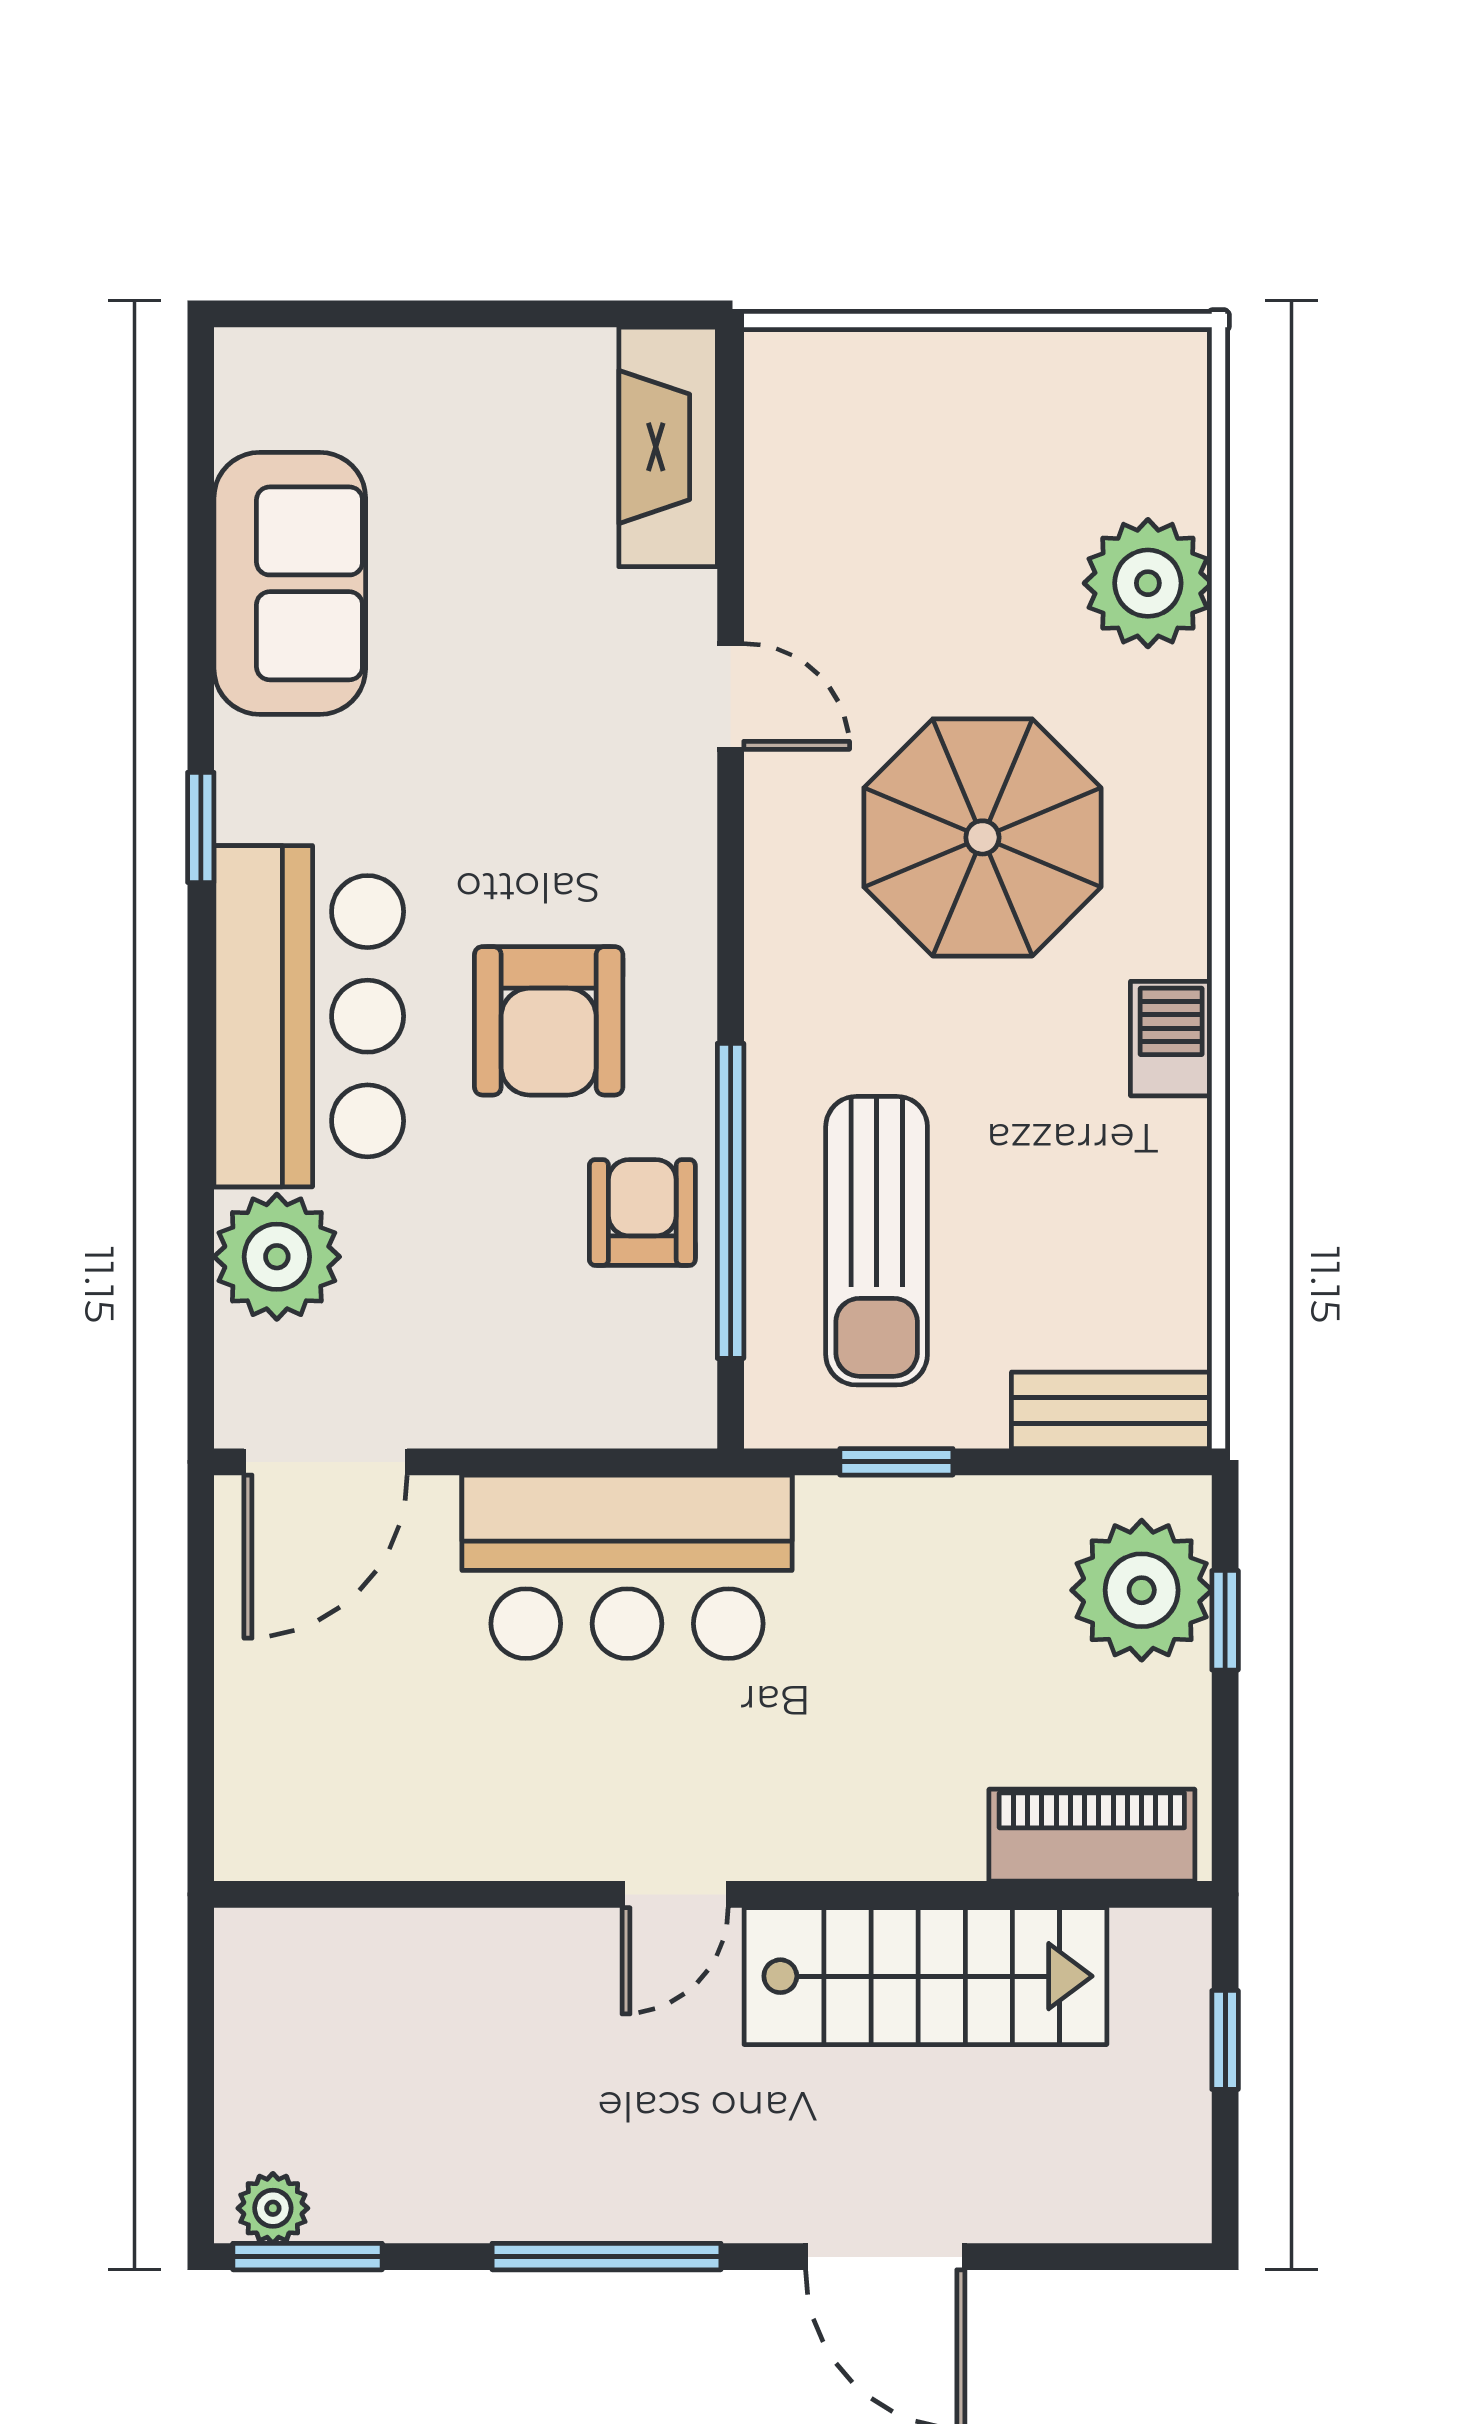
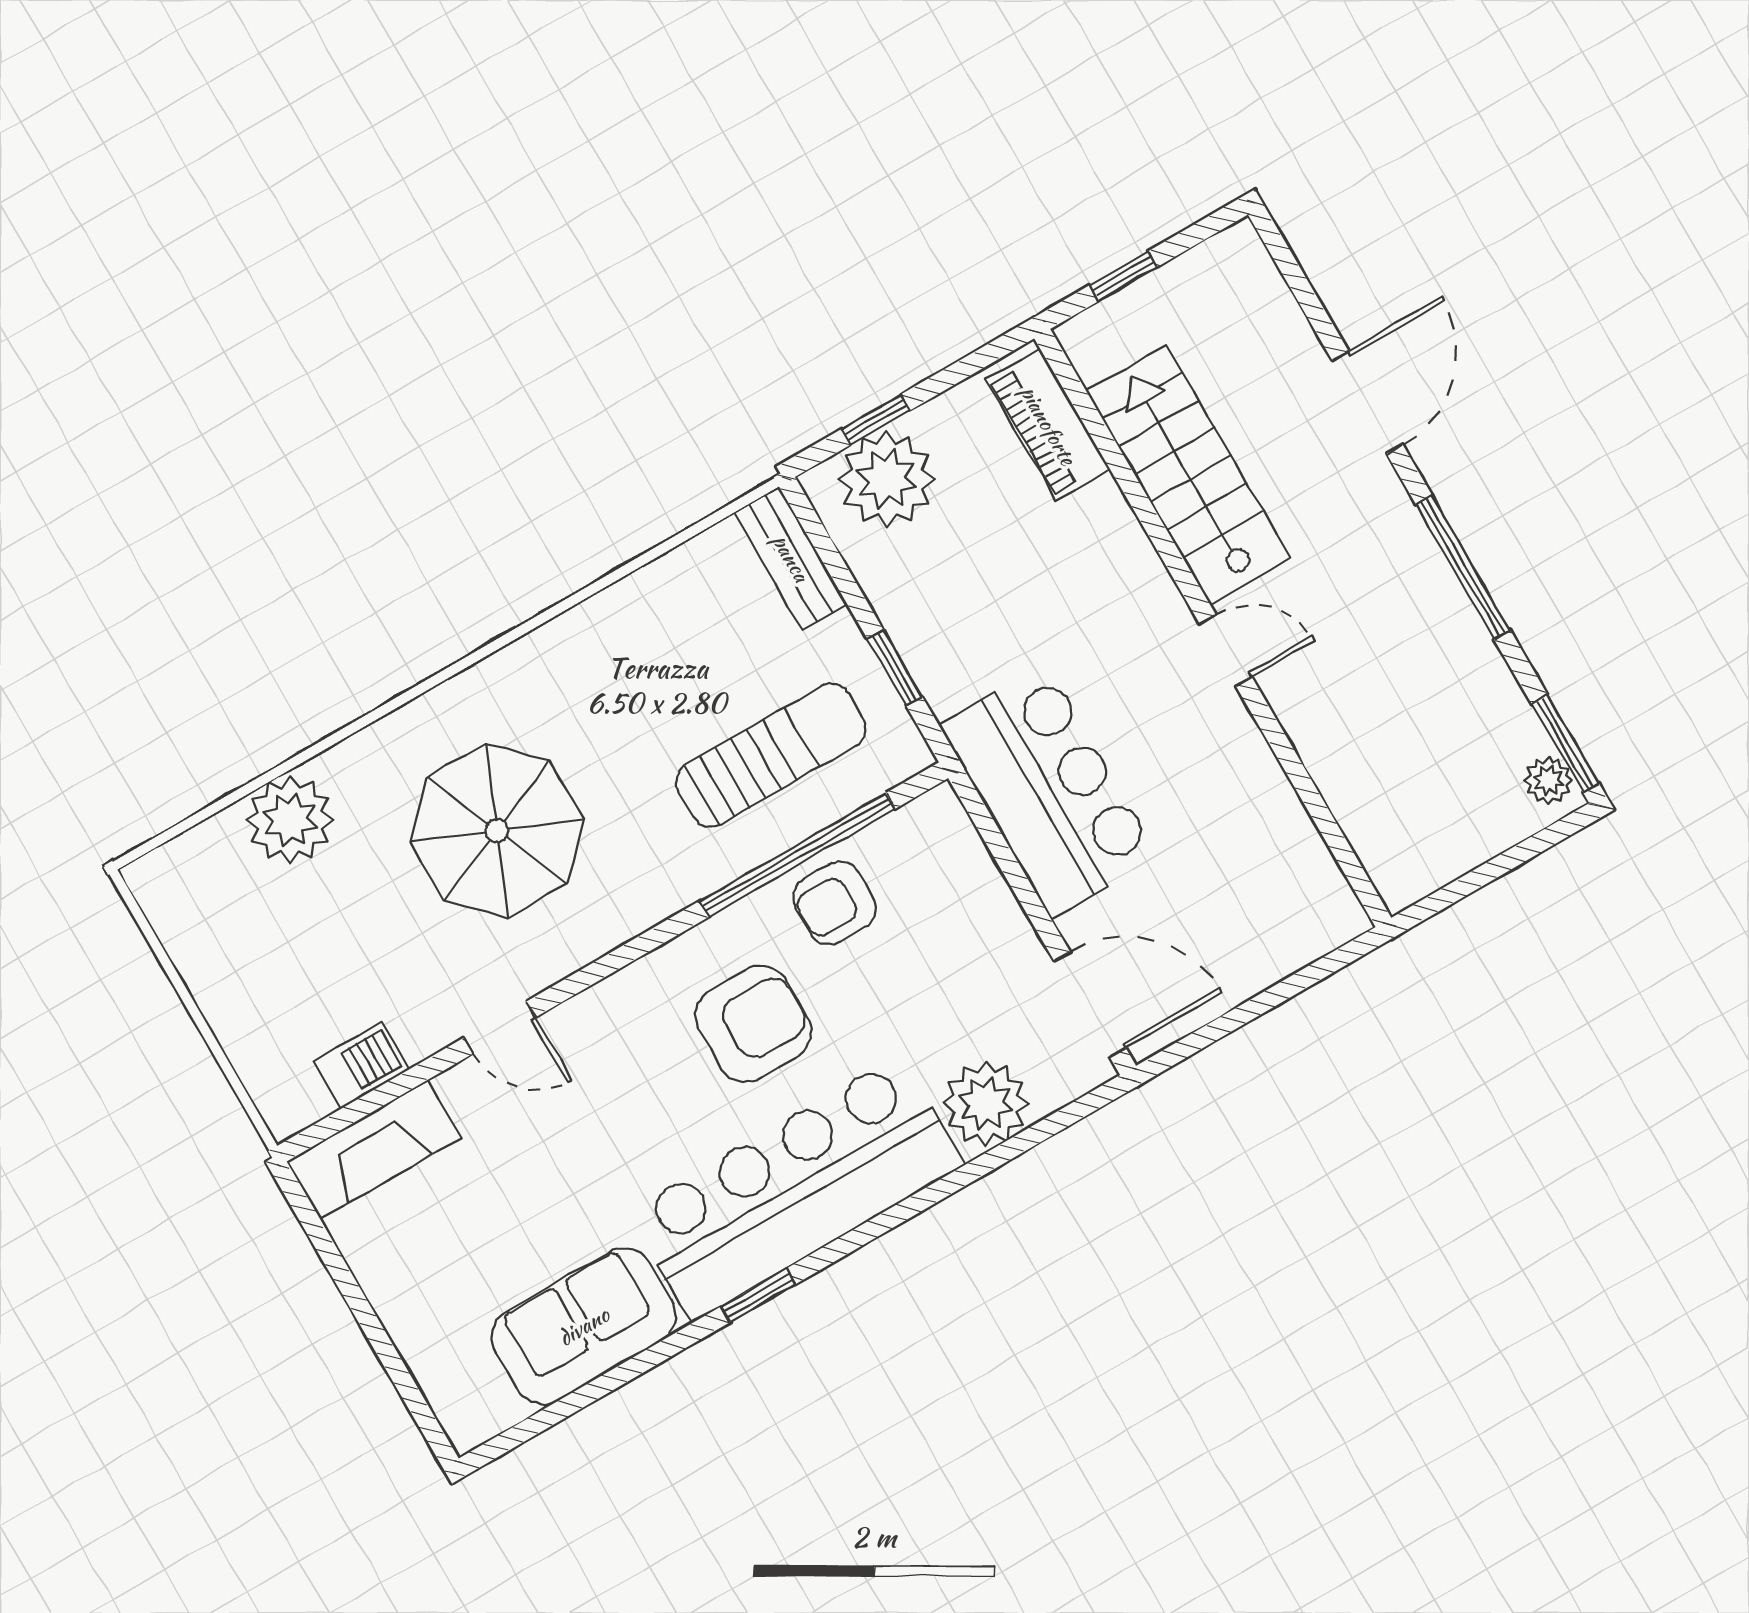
door: (731, 696) -> (500, 1027), swing flipped
bar counter: (309, 1016) -> (796, 1188), width x1.36
barbecue: (1171, 1039) -> (361, 1065), moved, turned 180

